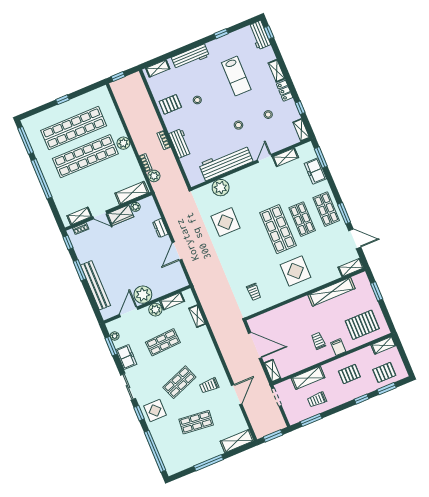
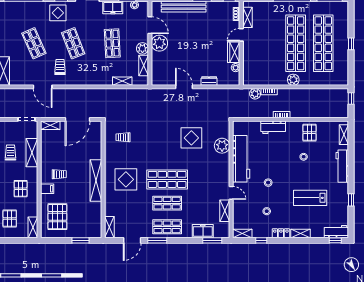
shelving: (132, 193) -> (249, 69), removed
shelving: (331, 292) -> (96, 180), moved
shop shelf: (196, 422) -> (34, 43), turned -30

